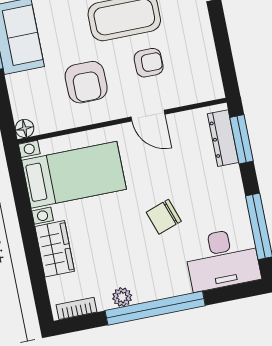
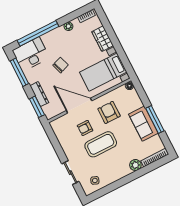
door: (148, 116) -> (79, 106), width x1.87
dresser: (223, 138) -> (39, 94), moved
window: (155, 308) -> (38, 33), moved

